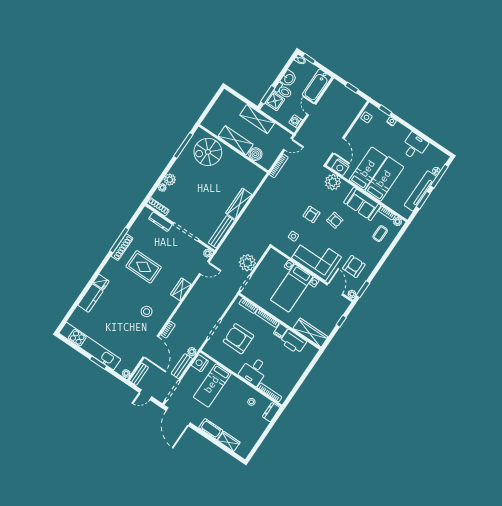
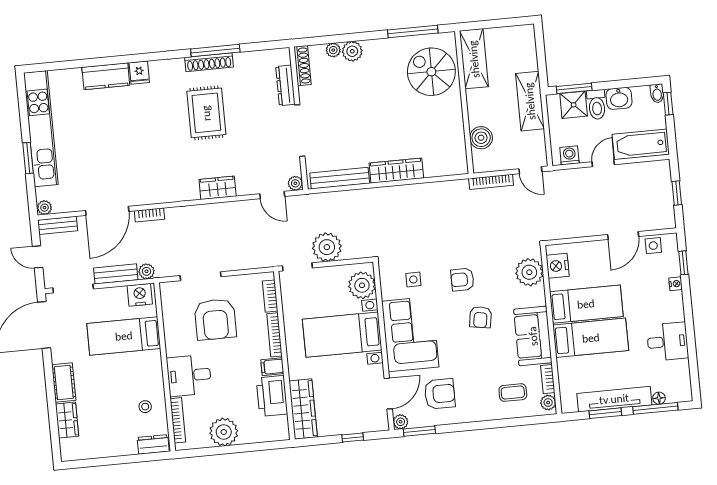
shelving: (236, 140) -> (474, 59), moved
door: (338, 146) -> (623, 236), moved
plant: (277, 261) -> (362, 285), added
stool: (147, 312) -> (150, 166), removed
armchair: (238, 339) -> (215, 319), turned 180
plant: (292, 376) -> (224, 432), added

